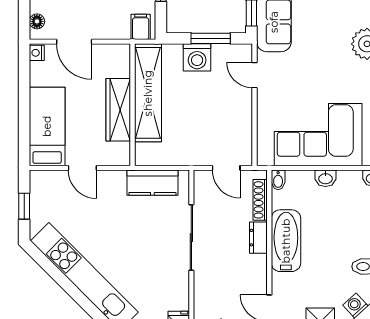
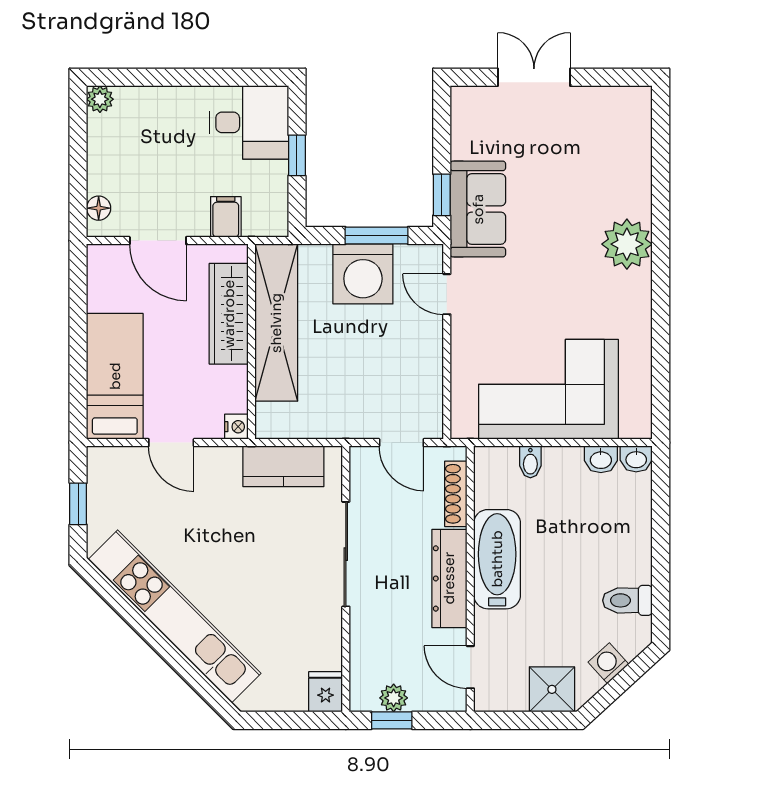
filing cabinet: (141, 27) -> (226, 217), moved
nightstand: (37, 53) -> (236, 427), moved, turned 180
washing machine: (197, 57) -> (363, 274), width x1.37, depth x1.37
wardrobe: (118, 110) -> (229, 314), moved
washbasin: (325, 178) -> (601, 459), moved
bidet: (278, 180) -> (530, 462), moved
dresser: (258, 238) -> (449, 578), width x1.96, depth x1.24

